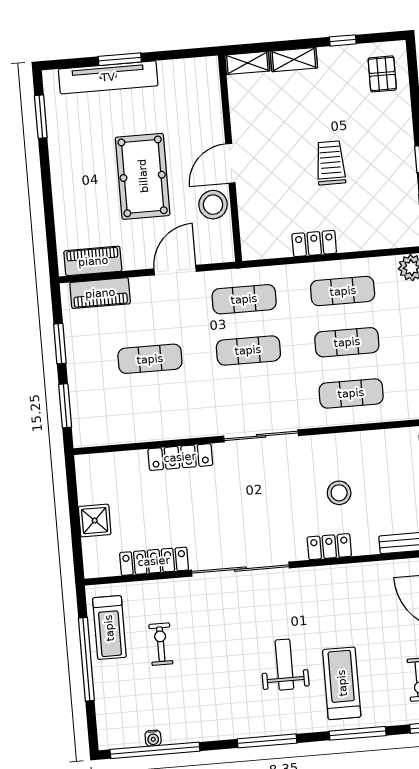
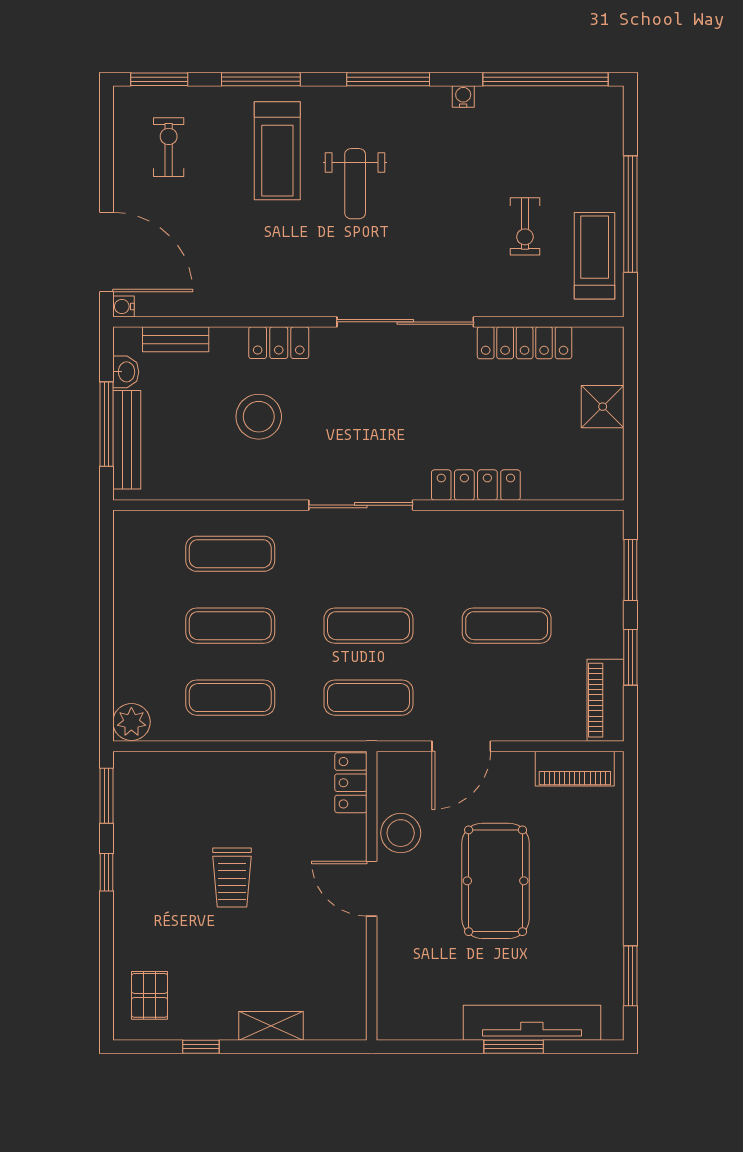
shelving: (247, 63) -> (336, 1027), removed
door: (230, 163) -> (372, 889), swing flipped
locker: (314, 244) -> (351, 783), moved, turned 90
piano: (100, 293) -> (606, 700), moved, turned -90
stool: (339, 493) -> (259, 417), width x1.38, depth x1.38
water cooler: (153, 738) -> (463, 96), moved

